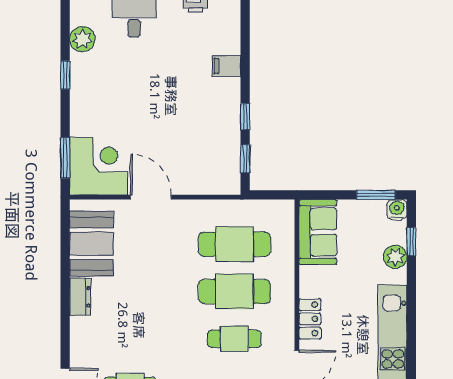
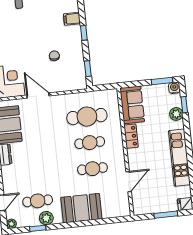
window: (245, 117) -> (84, 33), moved
chair: (188, 129) -> (54, 56), added
cafe table: (234, 292) -> (90, 143), width x0.73, depth x0.74
locker: (310, 319) -> (131, 136), moved

